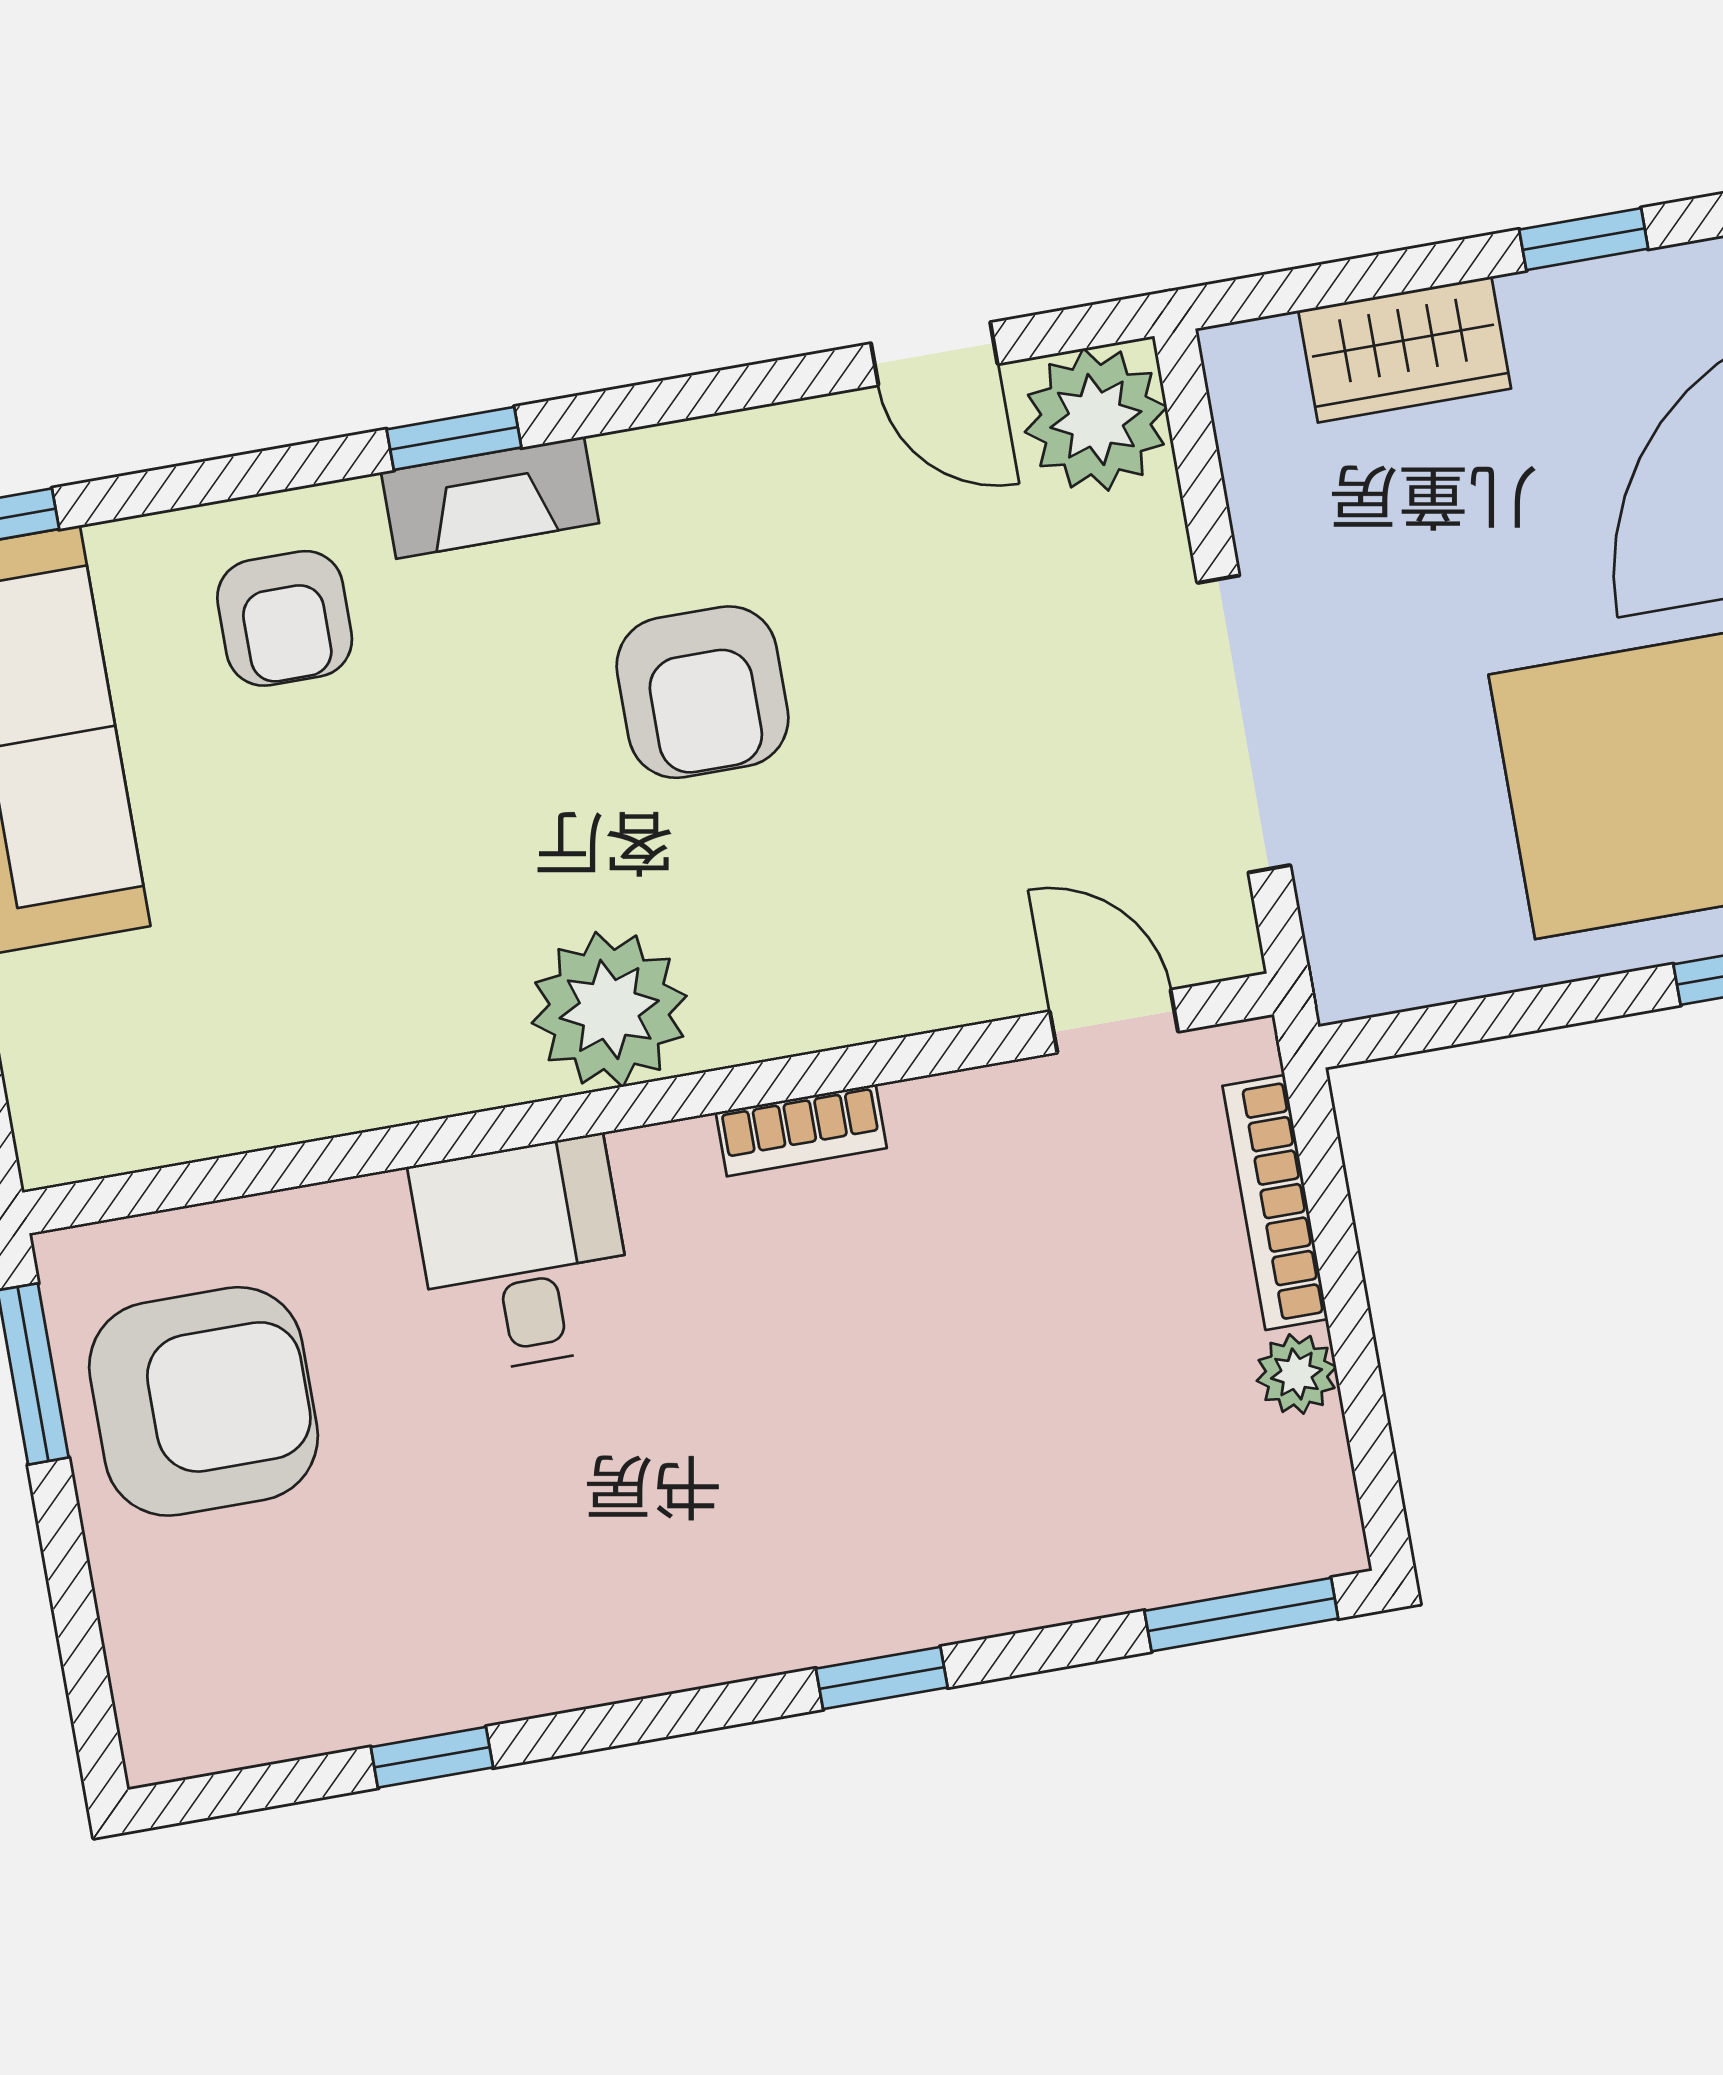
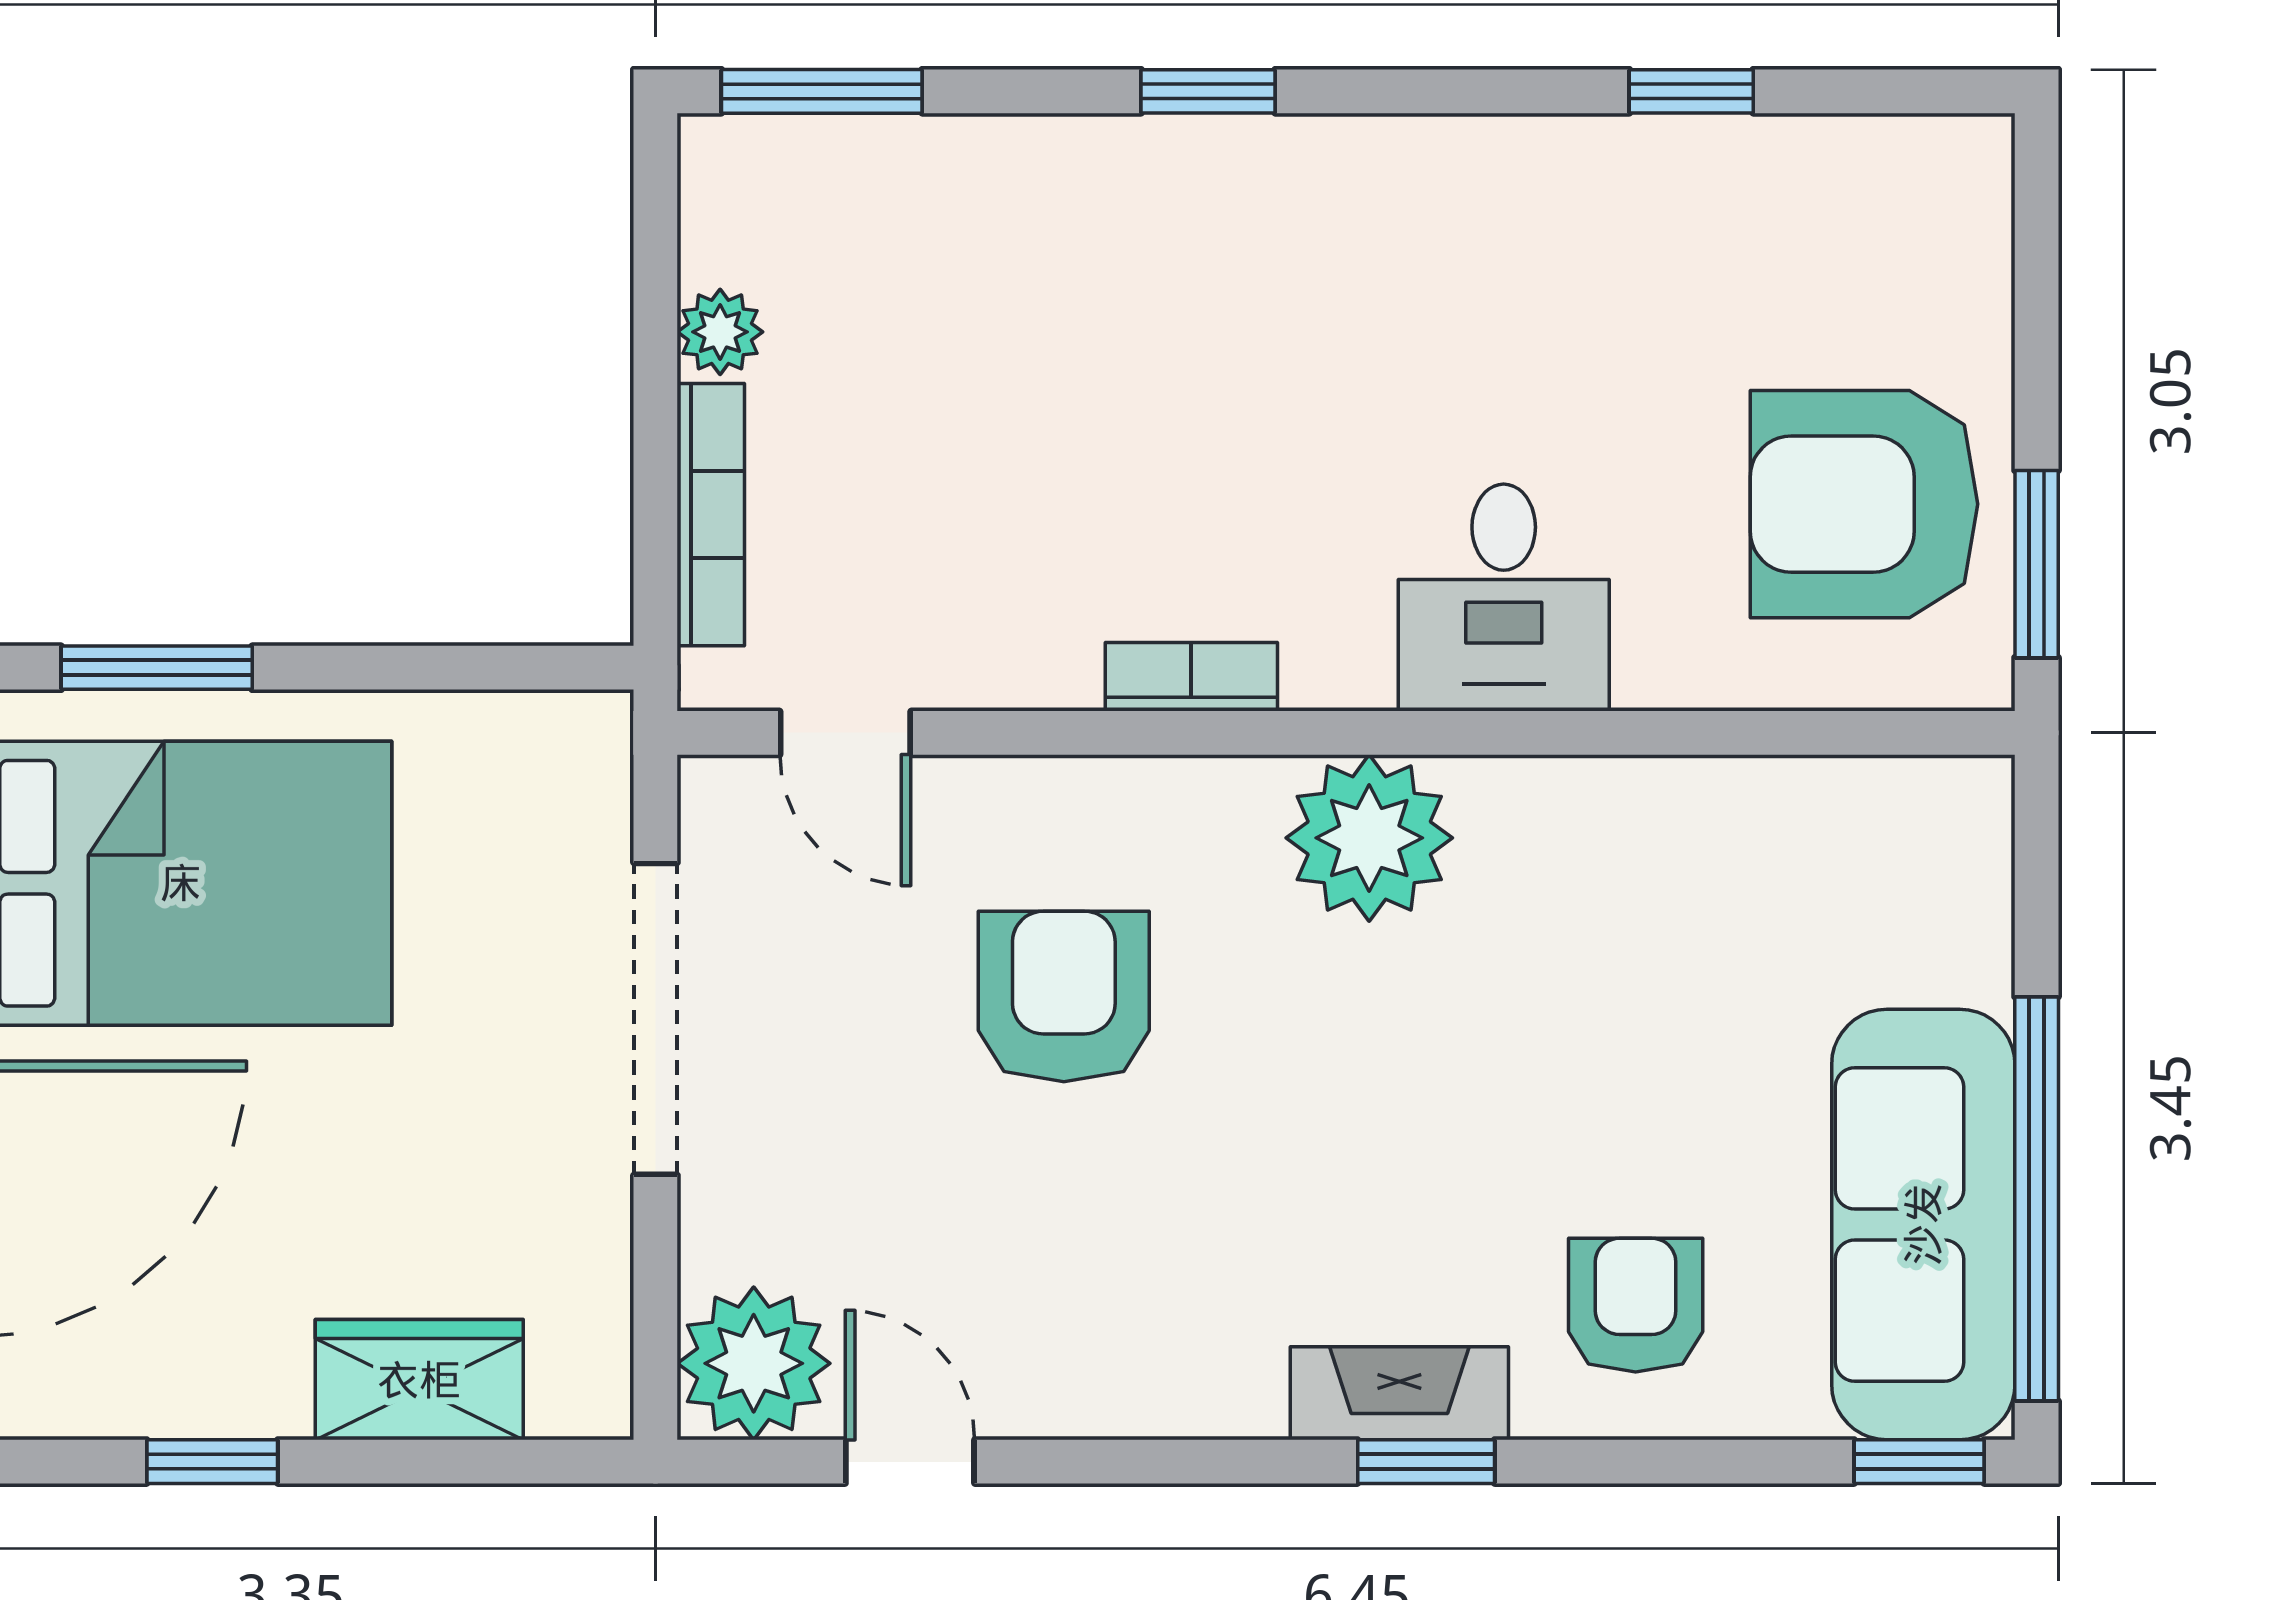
armchair: (702, 692) -> (1064, 996), moved

